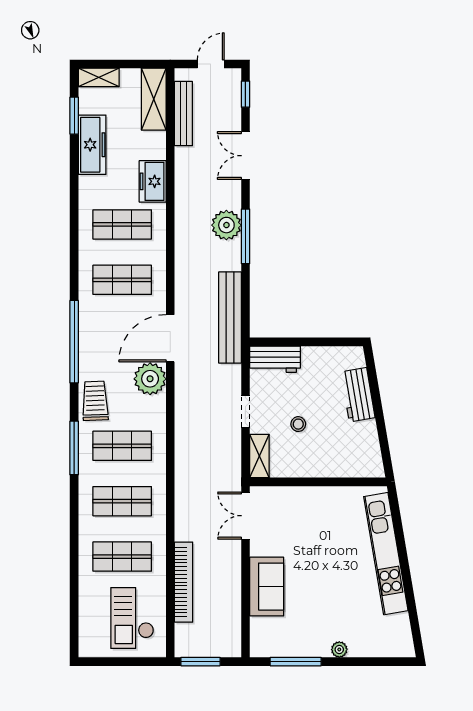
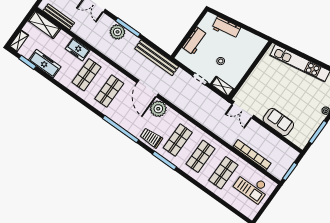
workbench: (275, 359) -> (195, 41), moved

